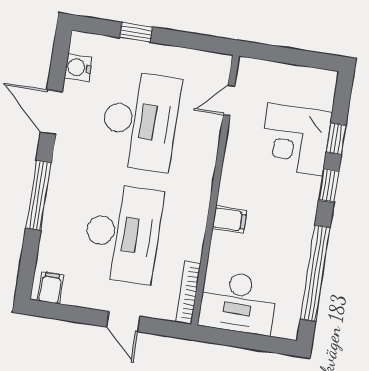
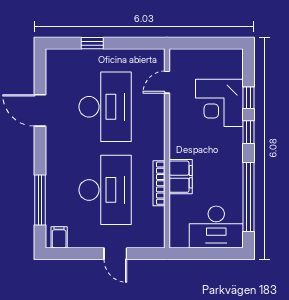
water cooler: (78, 68) -> (54, 75), removed
window: (38, 195) -> (40, 200), moved
filing cabinet: (229, 220) -> (181, 177), width x2.00
bookcase: (188, 293) -> (159, 183), moved
desk: (238, 303) -> (216, 227), moved

